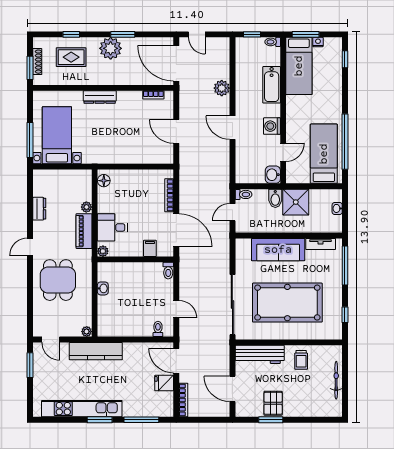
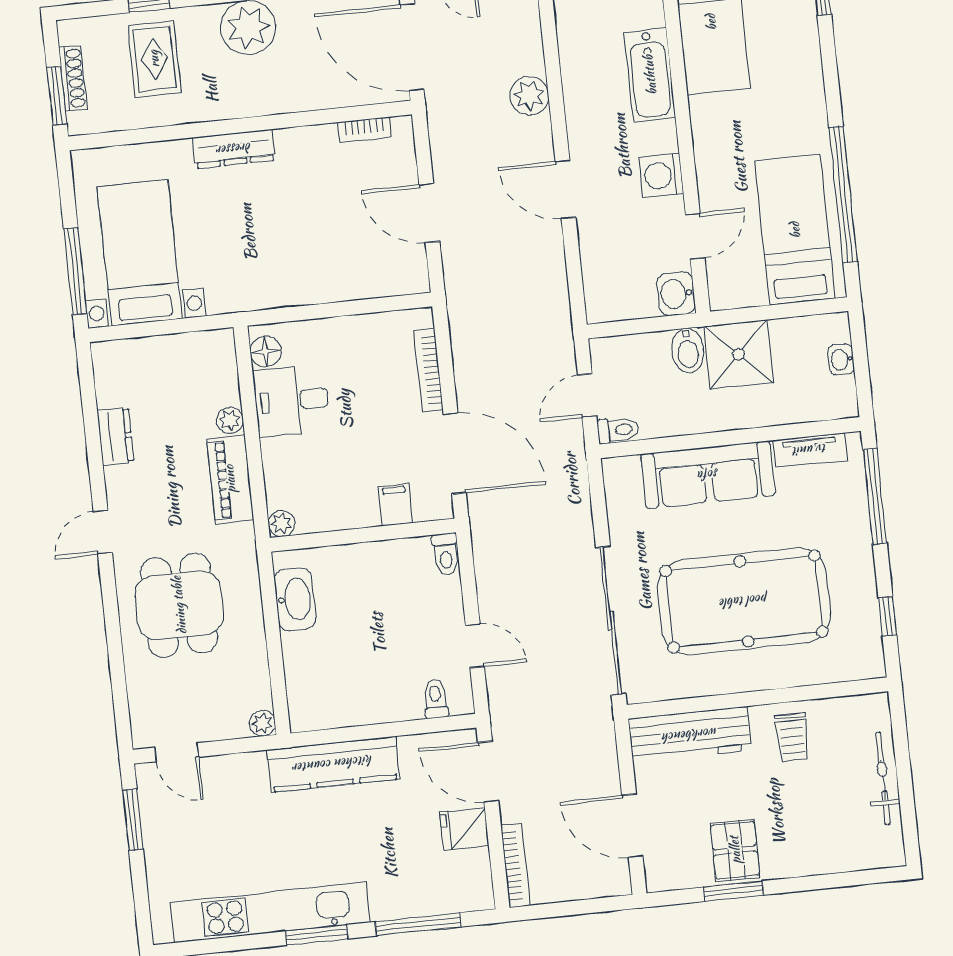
rug: (71, 57) -> (154, 59), turned 90
toilet: (244, 194) -> (618, 430), moved
desk: (112, 227) -> (292, 401), moved
washbasin: (103, 288) -> (295, 599), width x1.91, depth x1.45
kitchen counter: (96, 351) -> (333, 764), moved

